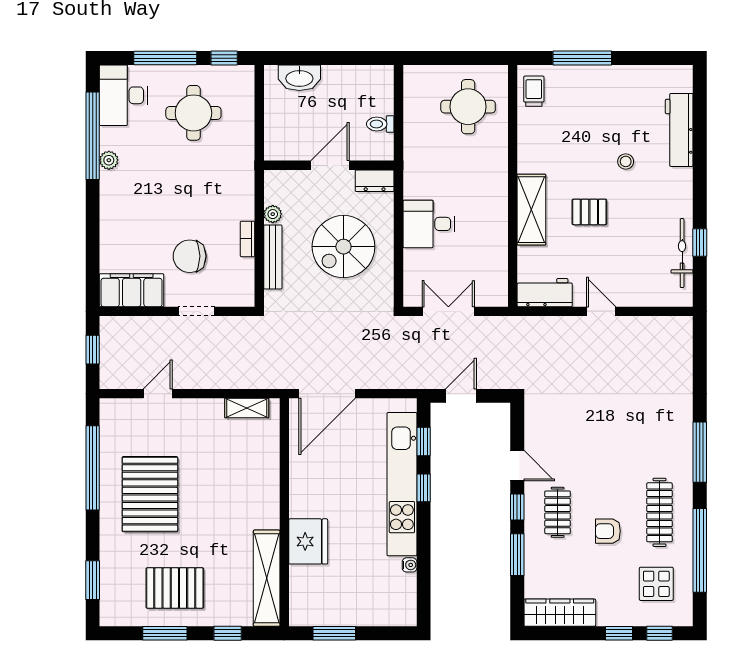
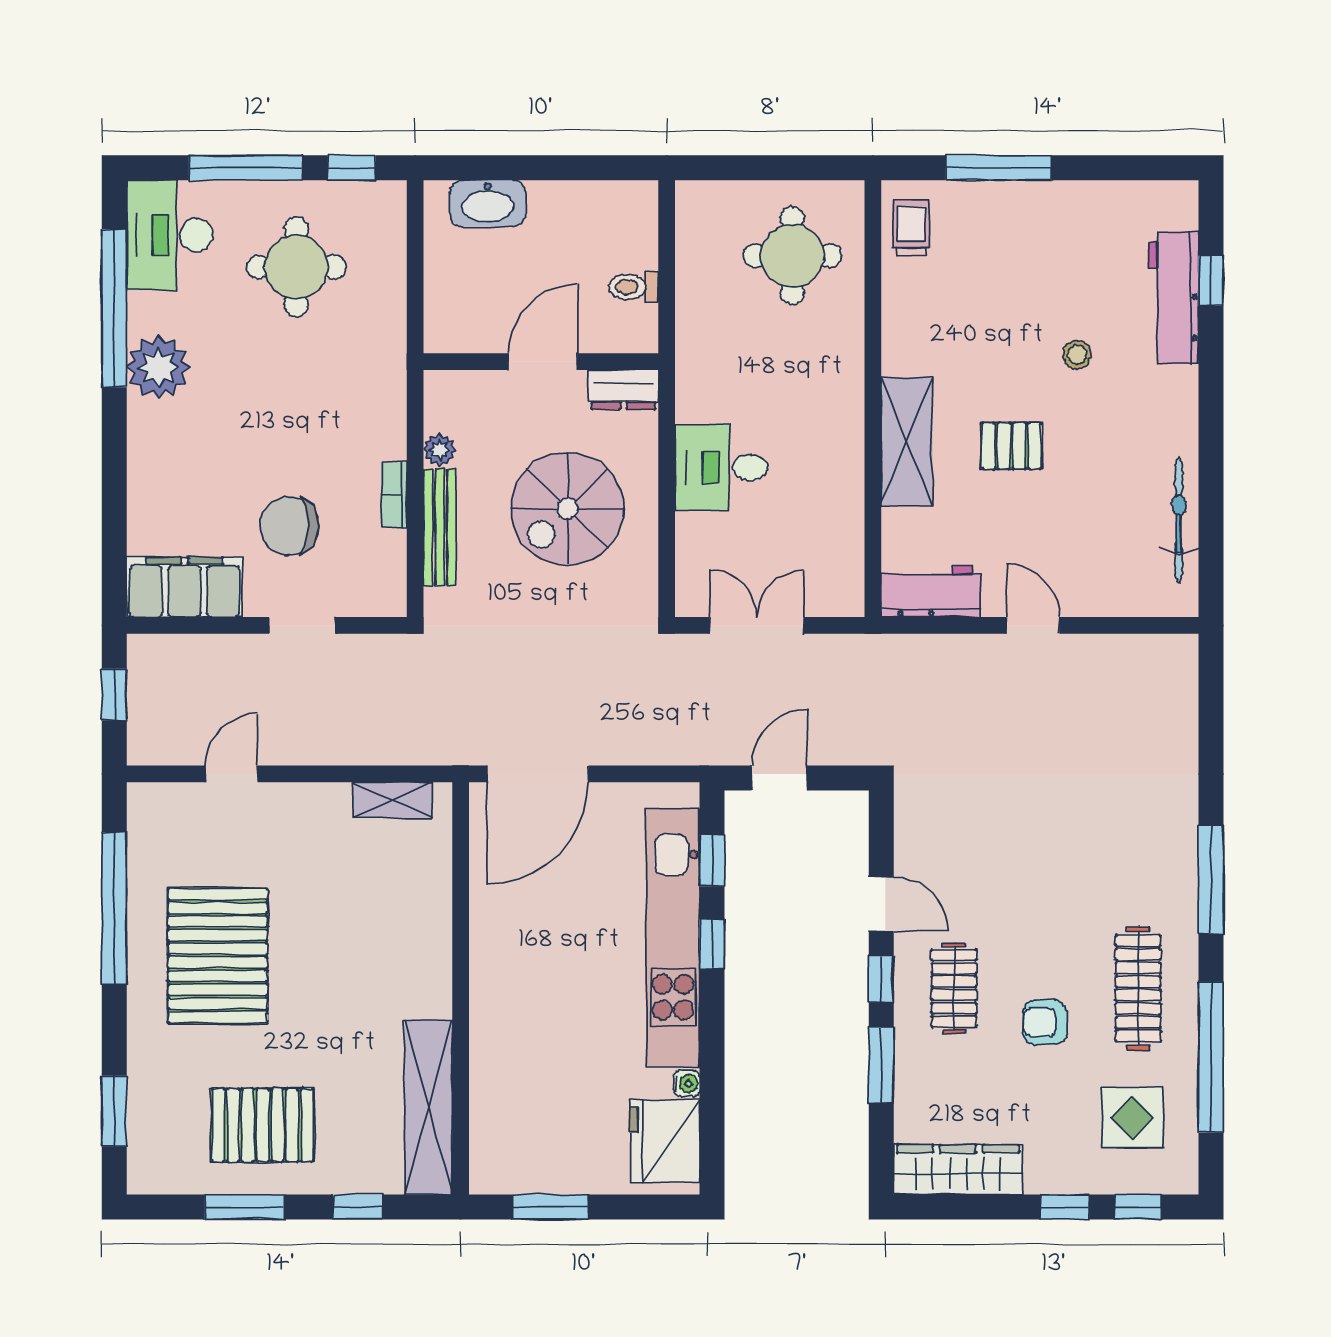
plant: (109, 160) -> (158, 367), width x1.87, depth x1.87
window: (700, 242) -> (1211, 281), moved
fridge: (308, 541) -> (665, 1141), moved, turned 180

